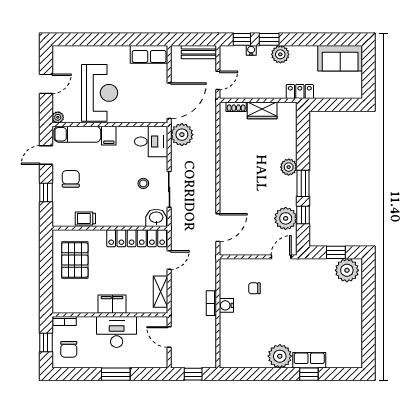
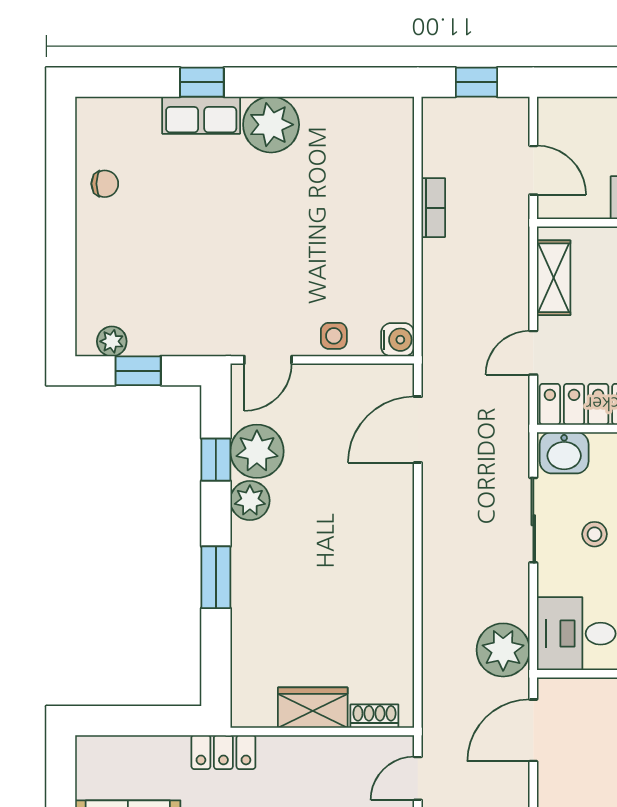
door: (169, 101) -> (533, 730), width x0.73
plant: (289, 167) -> (250, 501), moved
window: (303, 183) -> (216, 577), moved
side table: (253, 267) -> (334, 336), added
plant: (347, 270) -> (112, 341), width x0.53, depth x0.53
chair: (254, 288) -> (105, 184), moved
bookcase: (211, 303) -> (433, 208), moved
water cooler: (226, 305) -> (398, 340), moved

